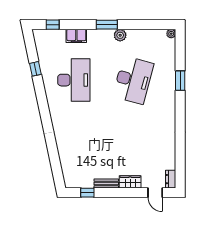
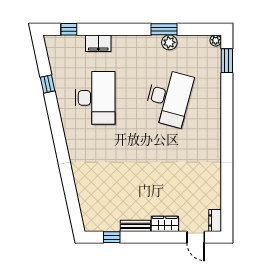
window: (107, 25) -> (164, 29), moved
plant: (120, 35) -> (169, 42), moved
window: (180, 81) -> (227, 61), moved

